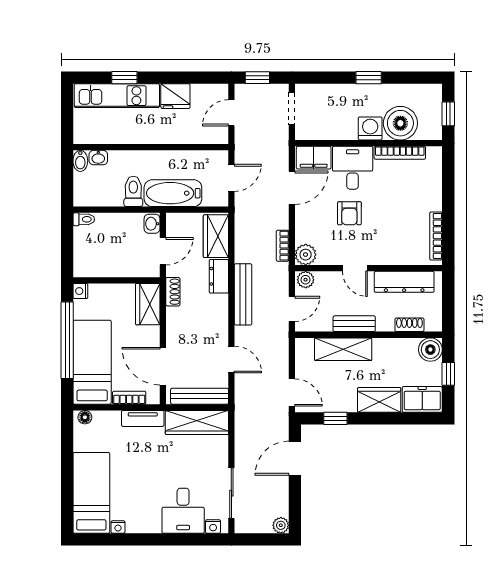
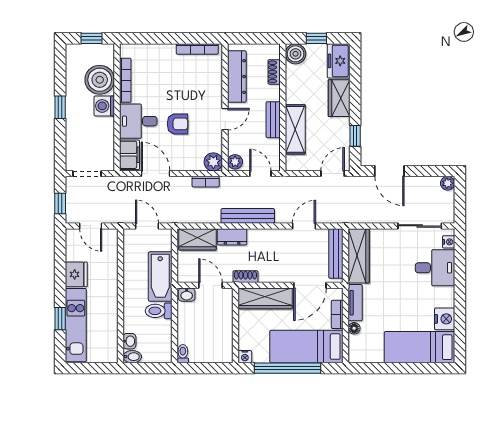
wardrobe: (148, 304) -> (265, 298), width x1.50
floor lamp: (85, 417) -> (354, 328), moved
nightstand: (118, 527) -> (445, 319), width x1.89, depth x1.79

